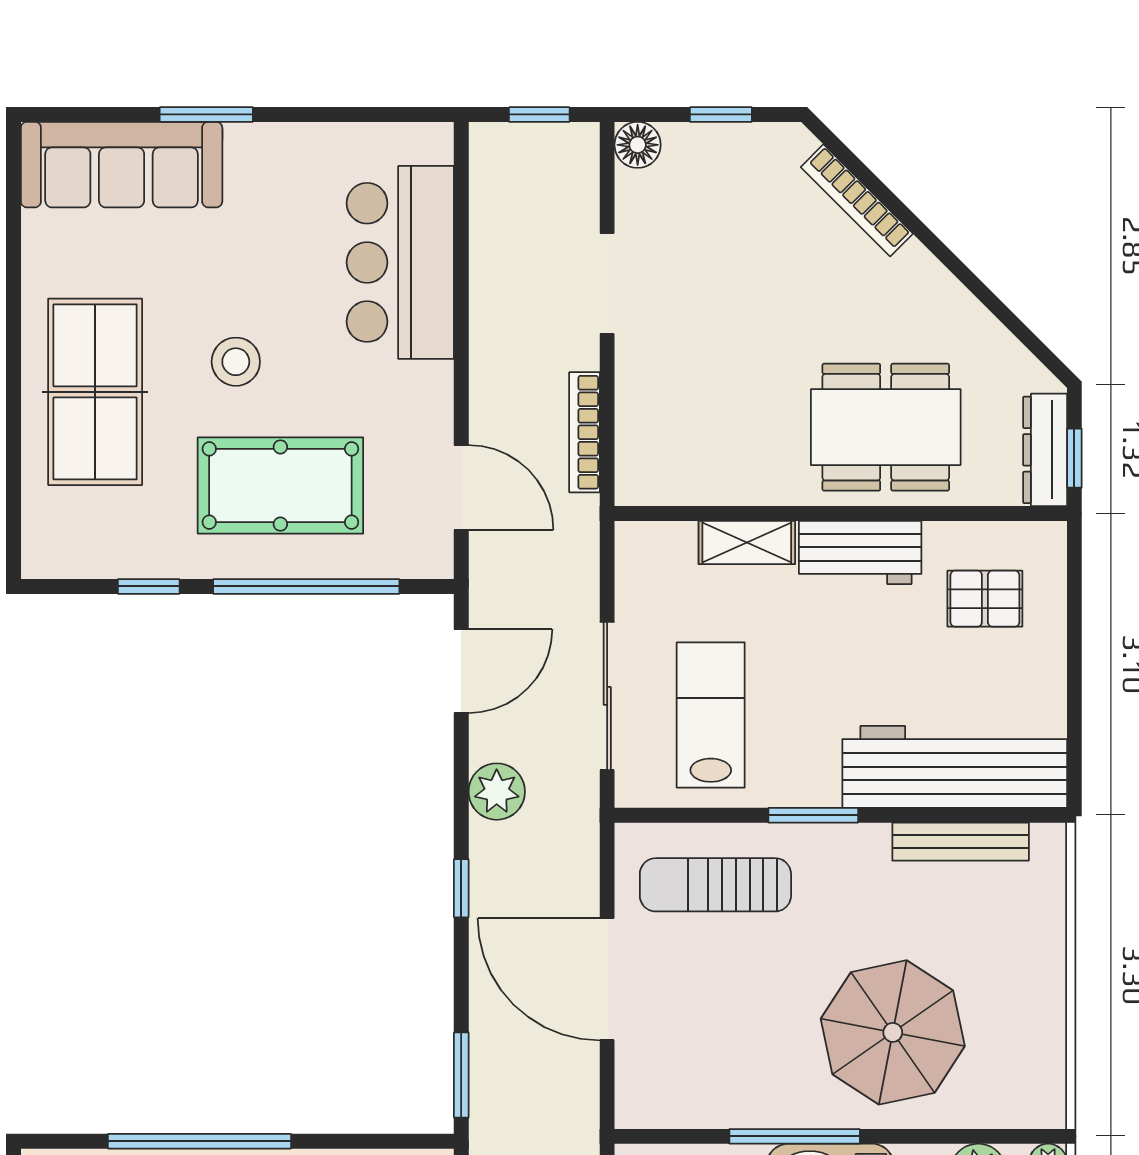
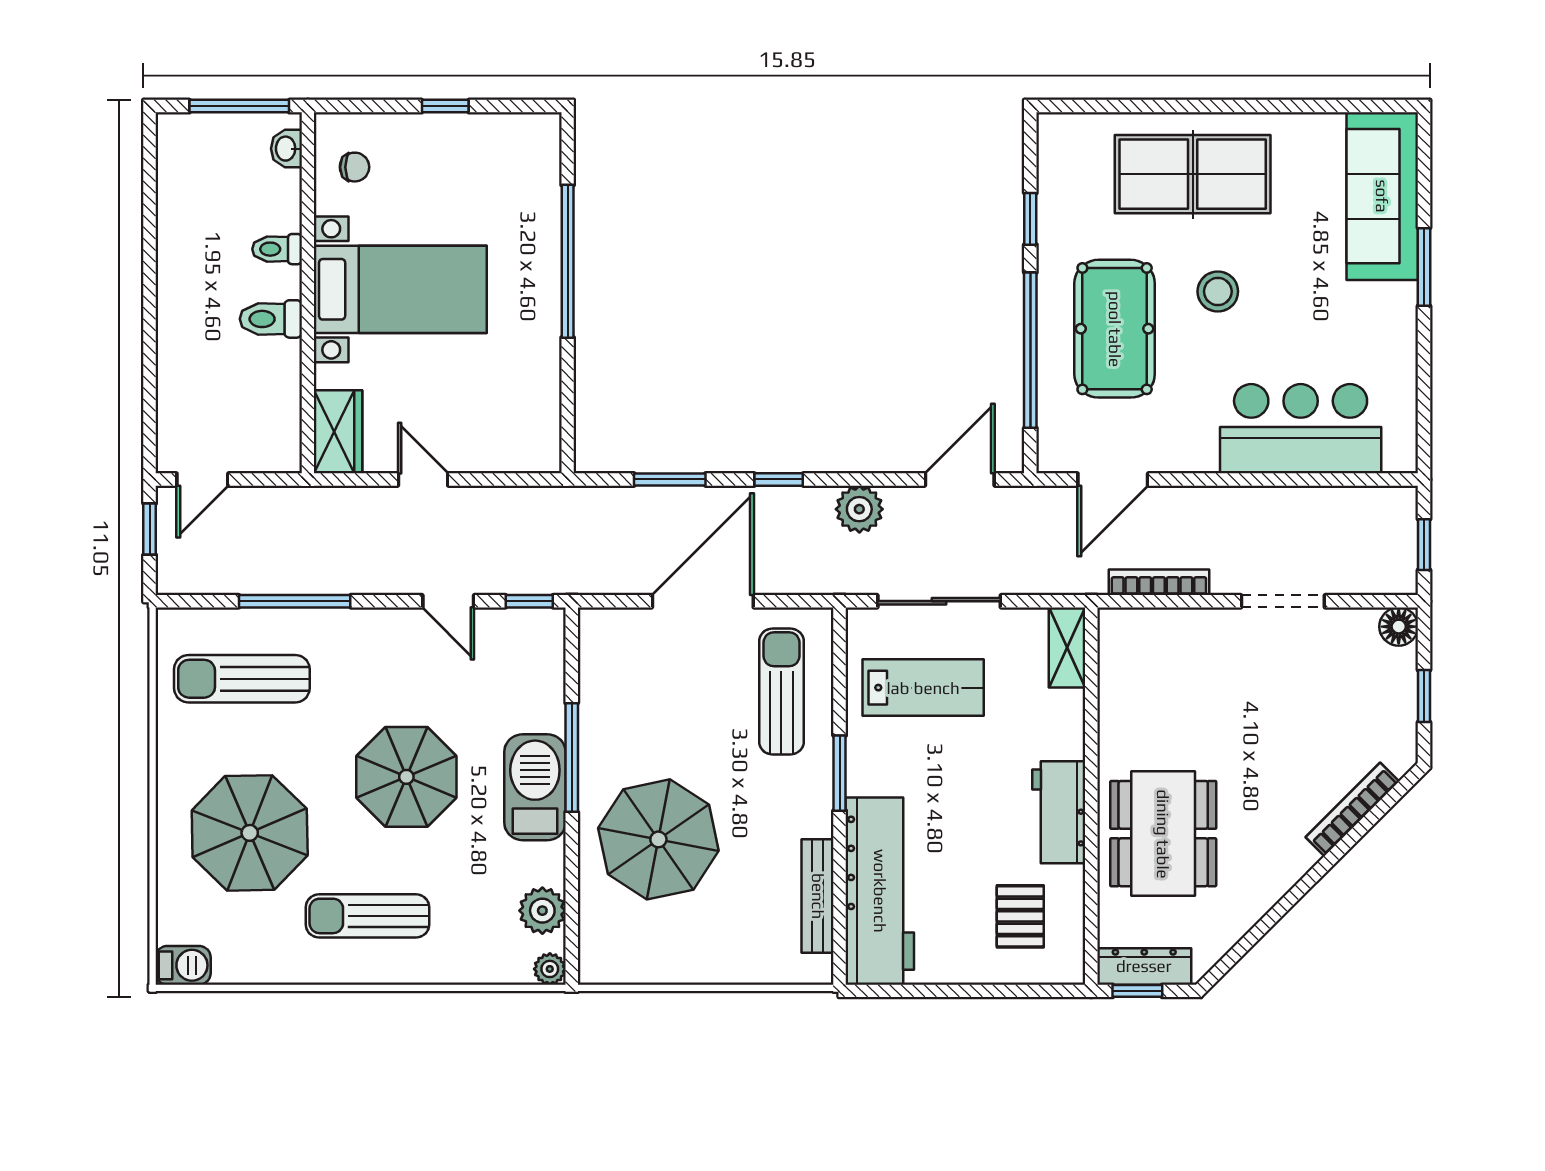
shelving: (747, 542) -> (1067, 648), moved
door: (461, 671) -> (960, 479), swing flipped
window: (461, 1075) -> (670, 479), moved

